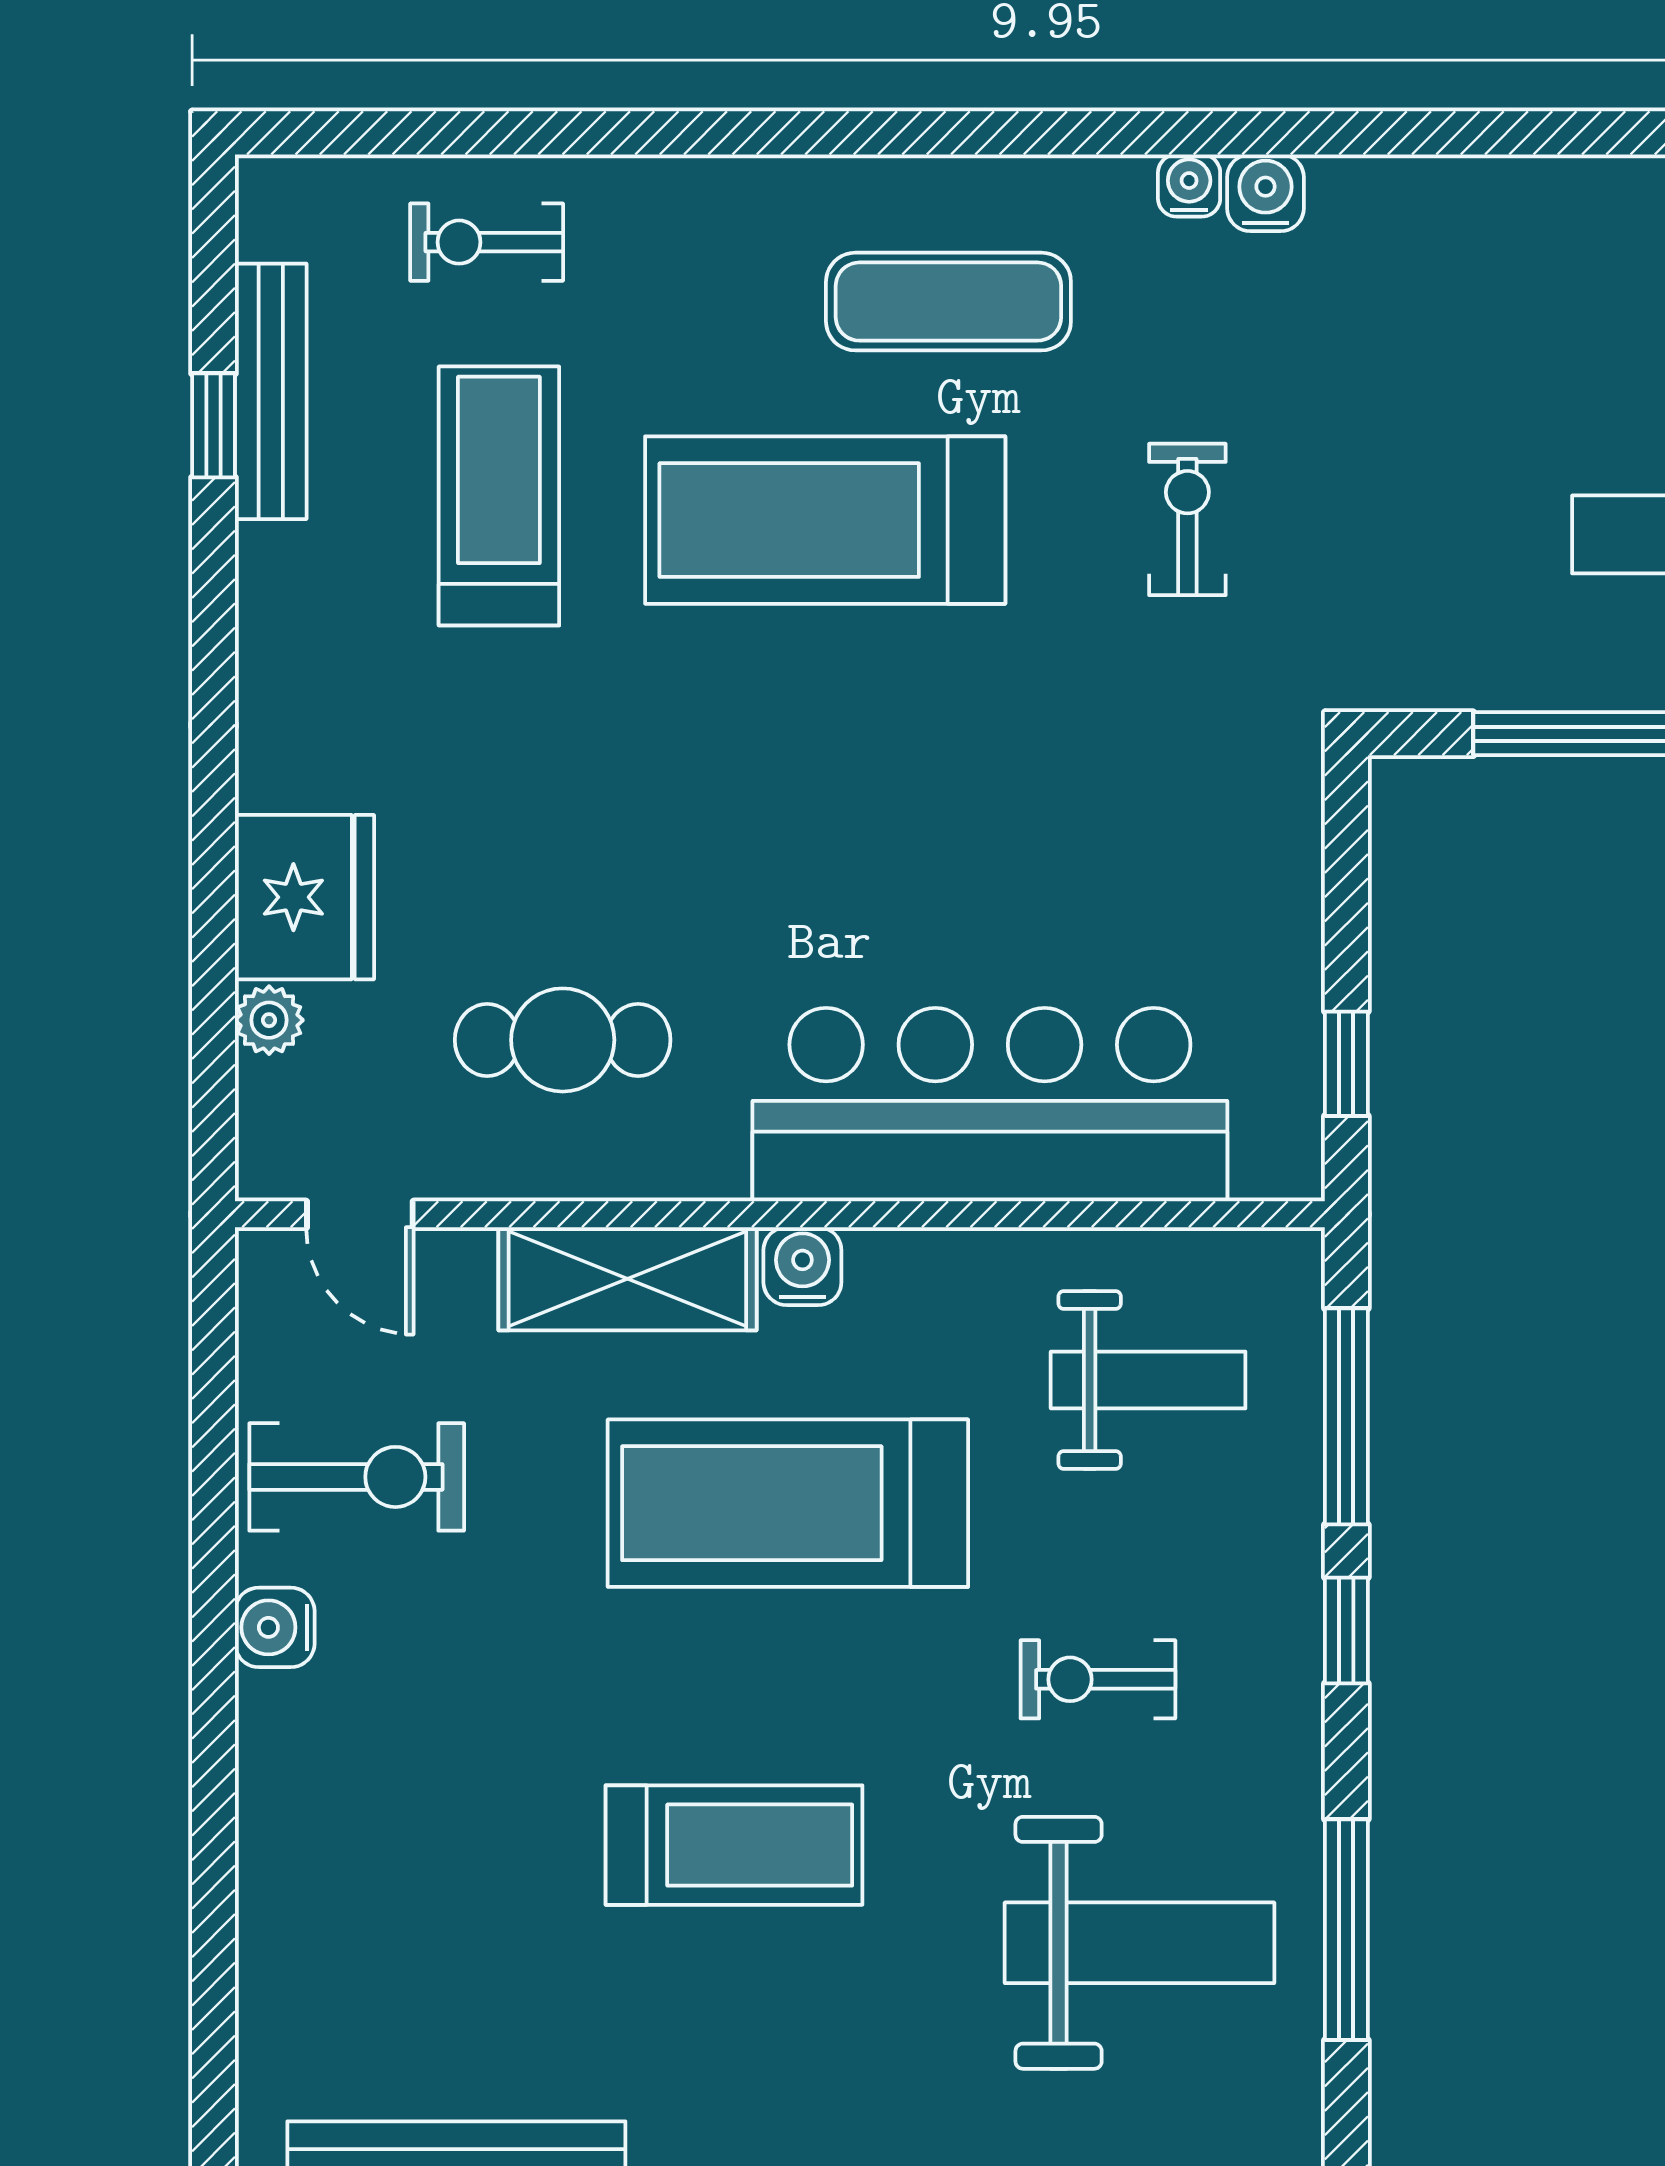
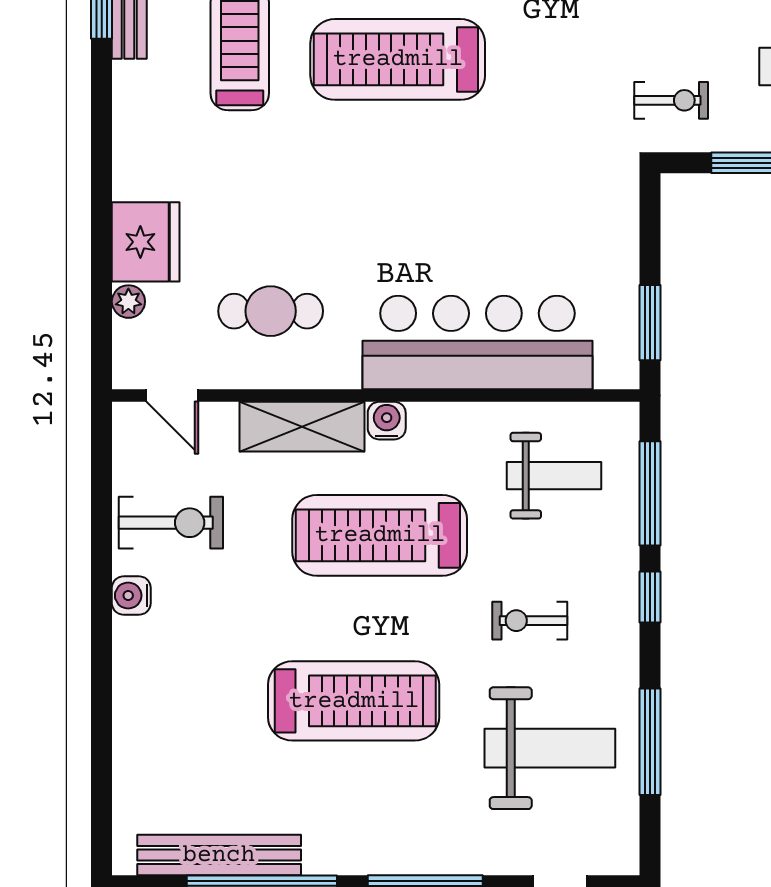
exercise bike: (1187, 519) -> (671, 100), moved, turned 90
window: (1346, 1064) -> (650, 323), width x1.50
treadmill: (734, 1845) -> (354, 701), width x1.37, depth x1.38

